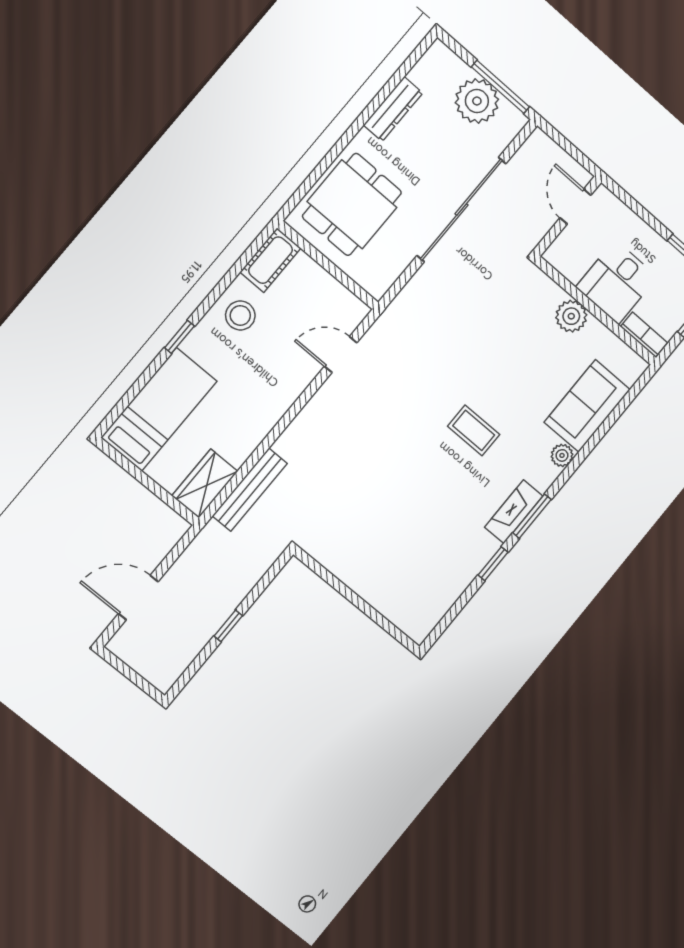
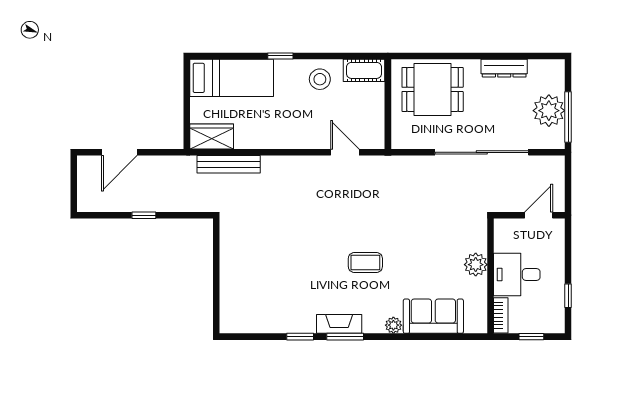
coffee table: (474, 430) -> (365, 262), turned 90
door: (138, 598) -> (119, 152), swing flipped

